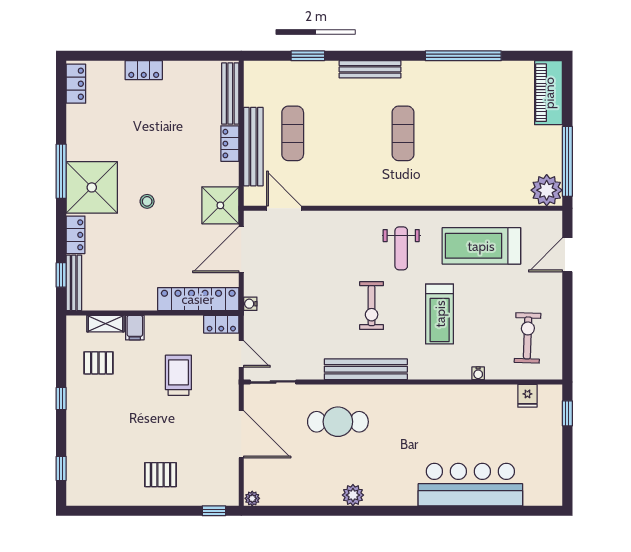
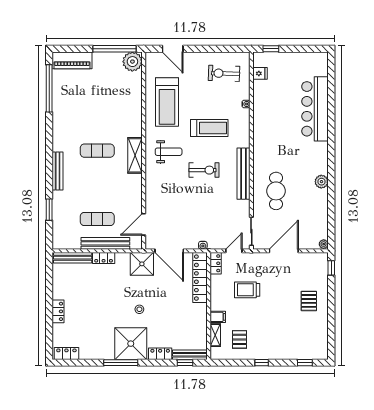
window: (463, 56) -> (49, 88), moved
shelving: (395, 194) -> (135, 155), added

